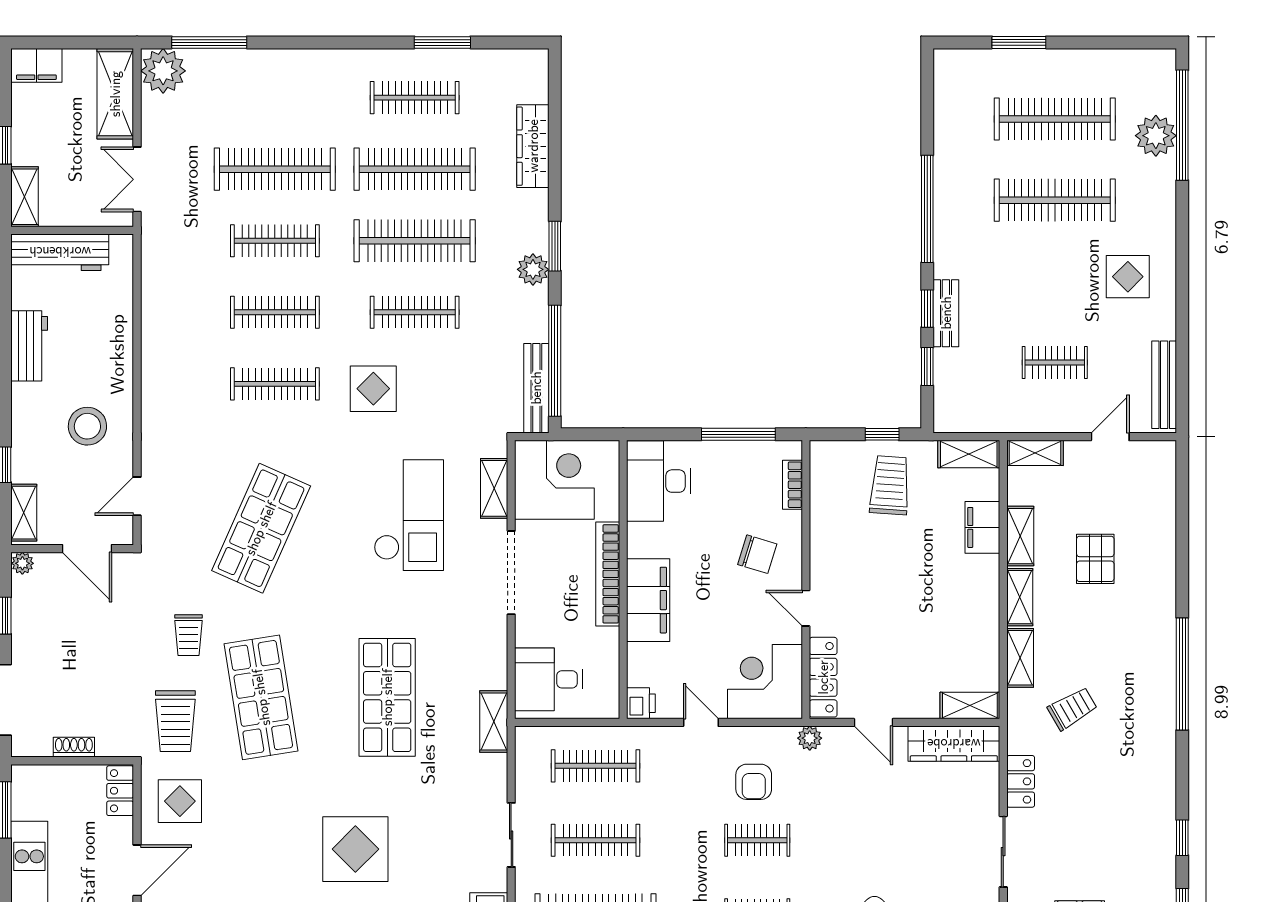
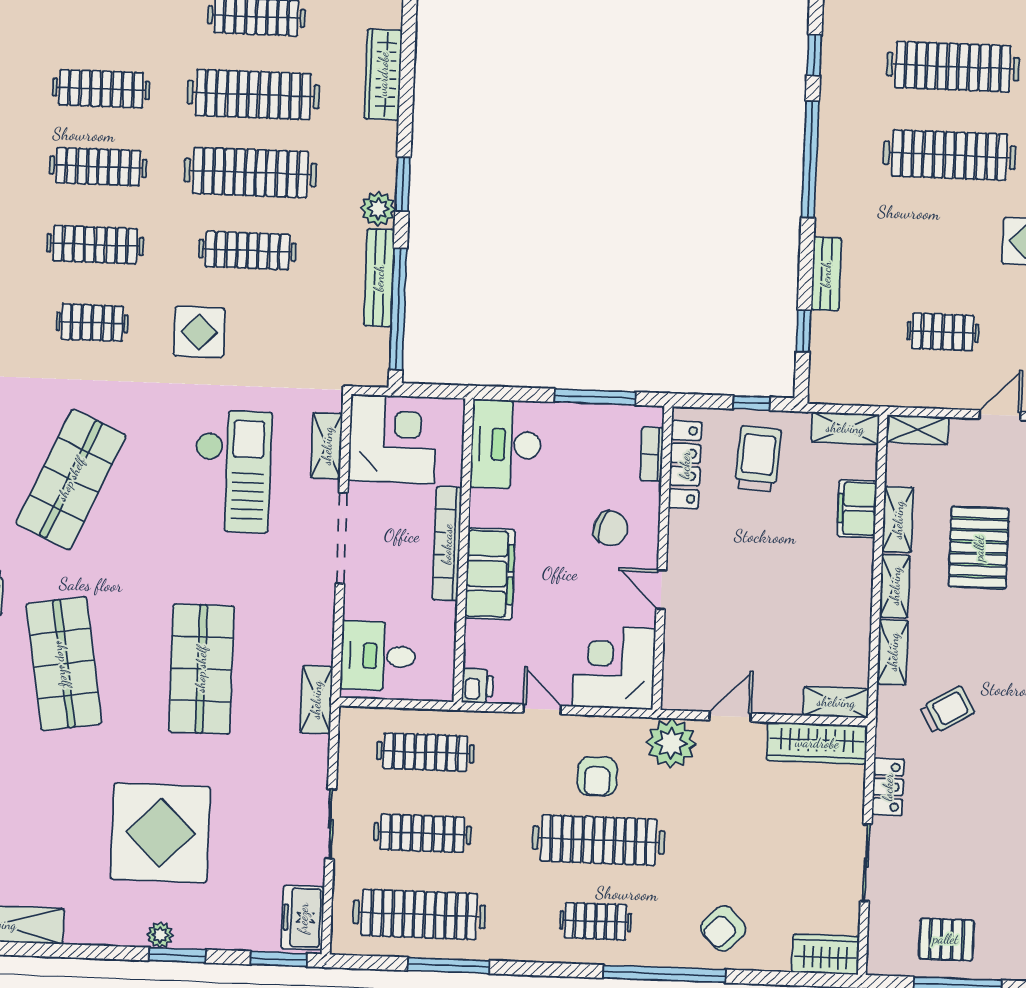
clothes rail: (275, 169) -> (101, 89), width x0.73, depth x0.76
window: (927, 309) -> (814, 55), moved
clothes rail: (275, 384) -> (92, 323), width x0.73
bench: (536, 388) -> (379, 278), moved
pallet: (1095, 559) -> (979, 548), width x1.50, depth x1.42
locker: (823, 677) -> (685, 465), moved
door: (873, 722) -> (730, 717), swing flipped
plant: (810, 738) -> (671, 743), width x1.87, depth x1.87
clothes rail: (757, 840) -> (599, 840), width x1.86, depth x1.31
display table: (355, 849) -> (160, 833), width x1.36, depth x1.36

